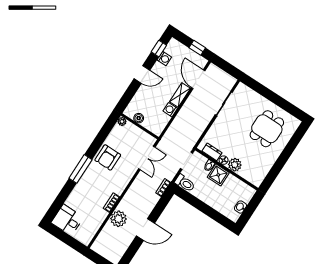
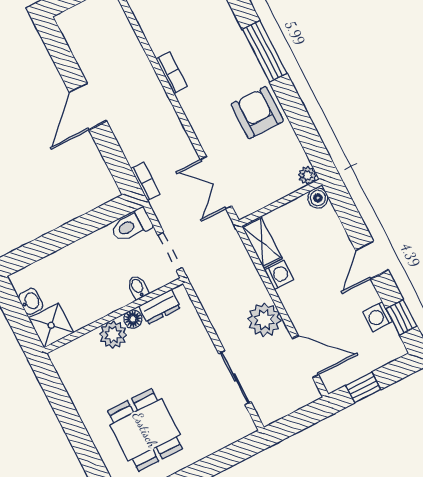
shelving: (180, 95) -> (262, 242), moved
boiler: (139, 118) -> (318, 198), moved
shower: (218, 175) -> (51, 325), moved
plant: (119, 219) -> (264, 320), moved

